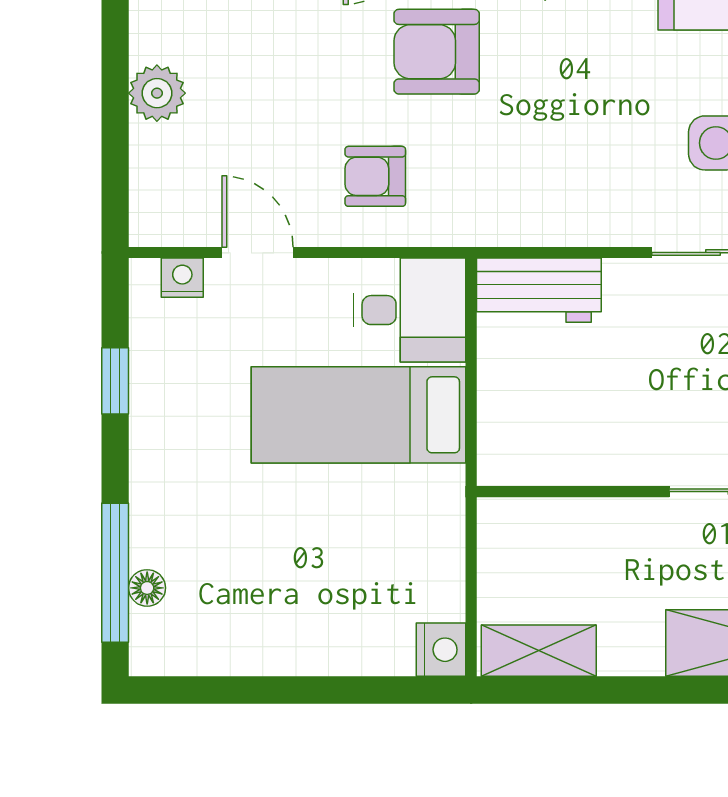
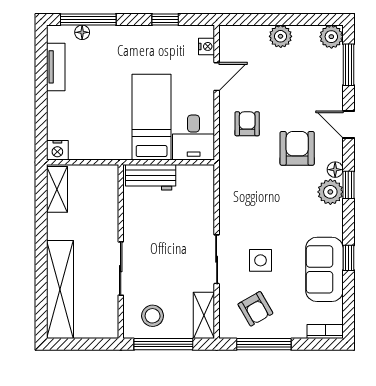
workbench: (539, 290) -> (151, 177), moved, turned -90
tv unit: (234, 654) -> (56, 67), added

